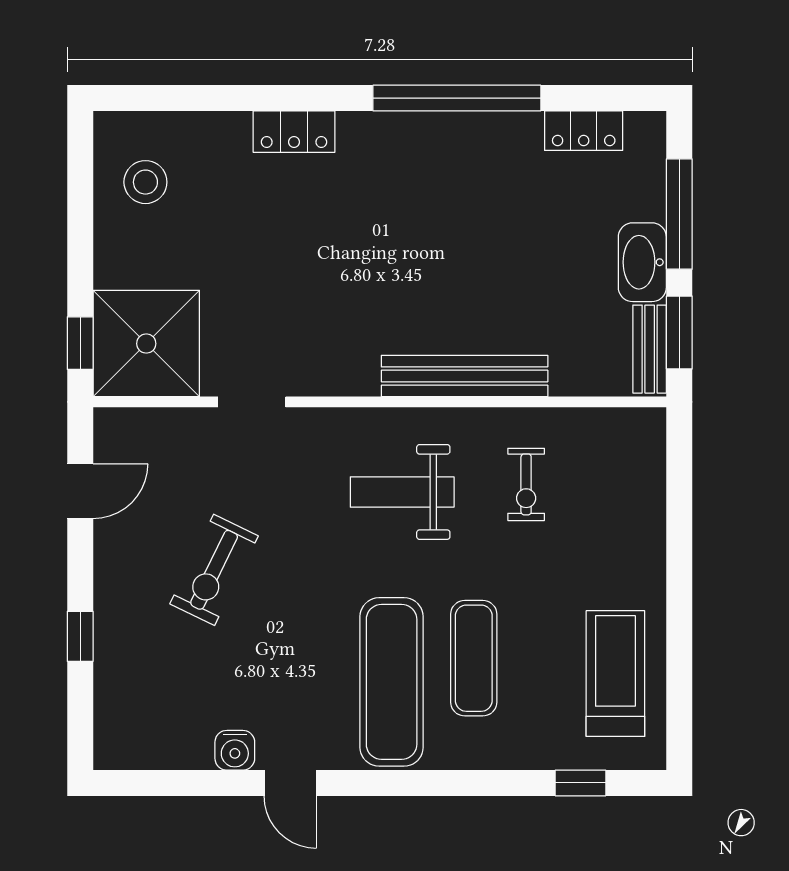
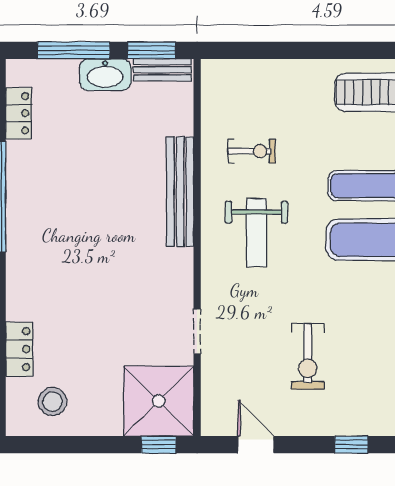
locker: (294, 132) -> (19, 349), moved
exercise bike: (214, 570) -> (308, 356), turned 64

